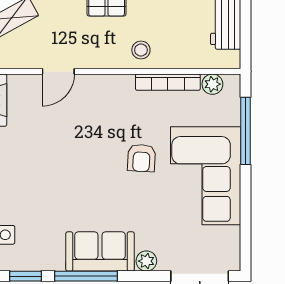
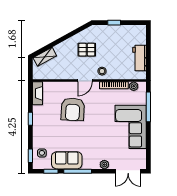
door: (58, 71) -> (85, 81), moved
armchair: (141, 158) -> (73, 109), moved, width x1.88, depth x1.88
sofa: (100, 251) -> (67, 160), moved

